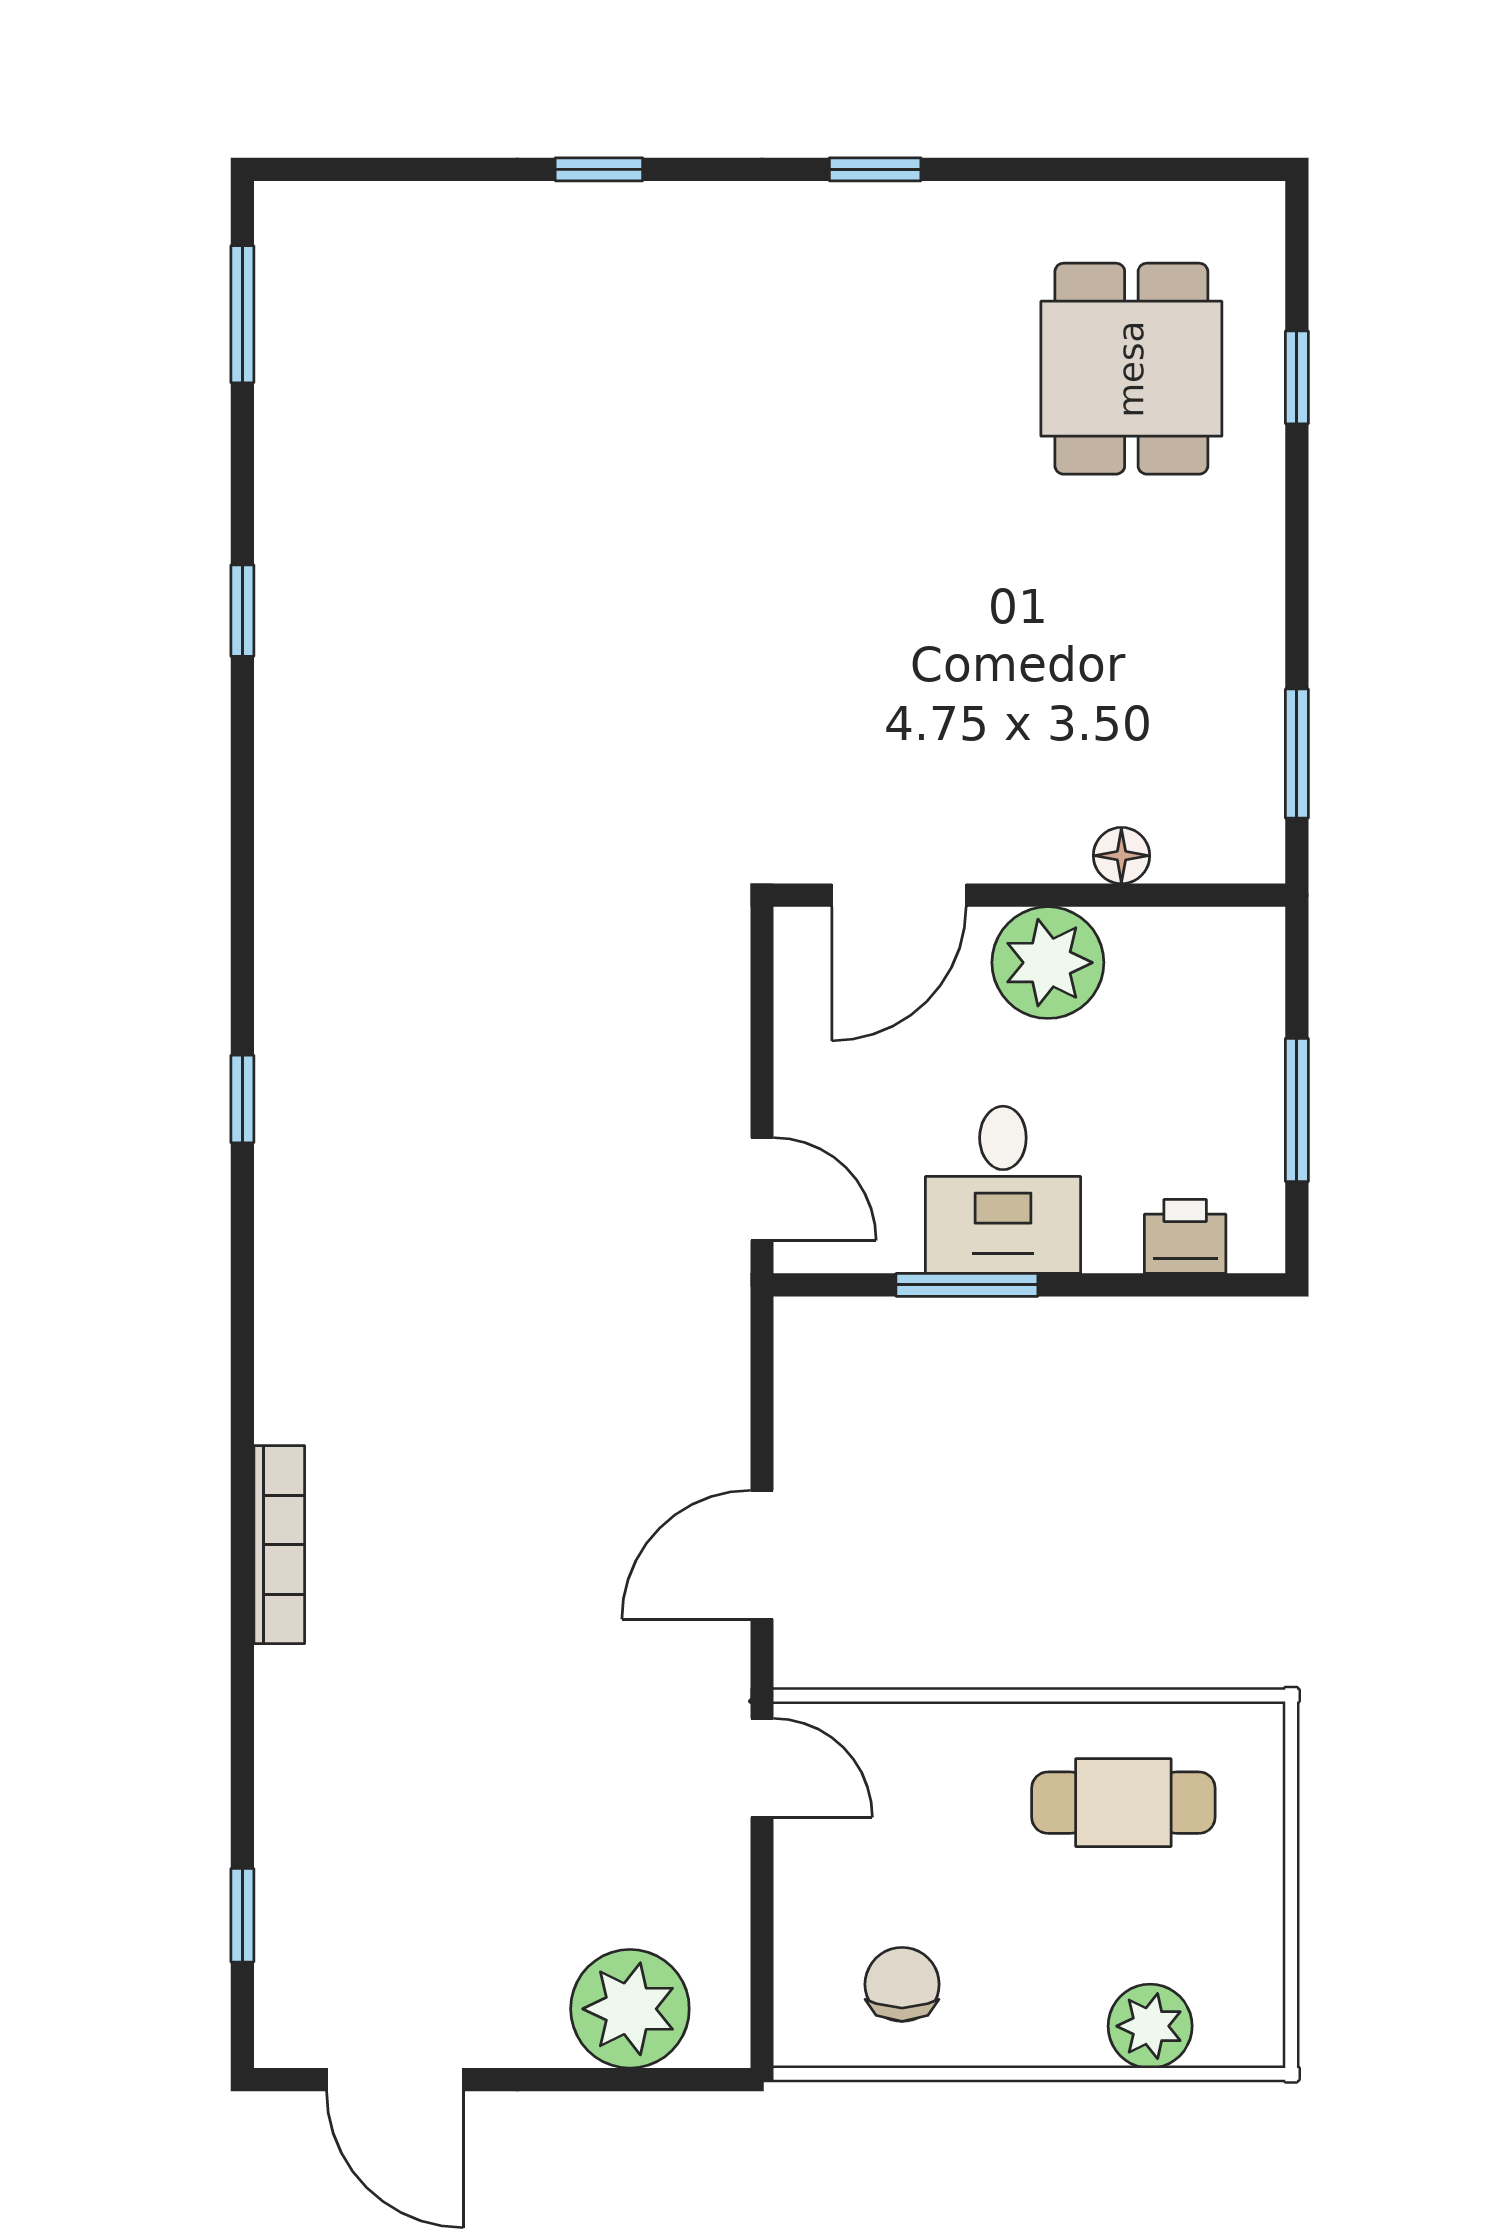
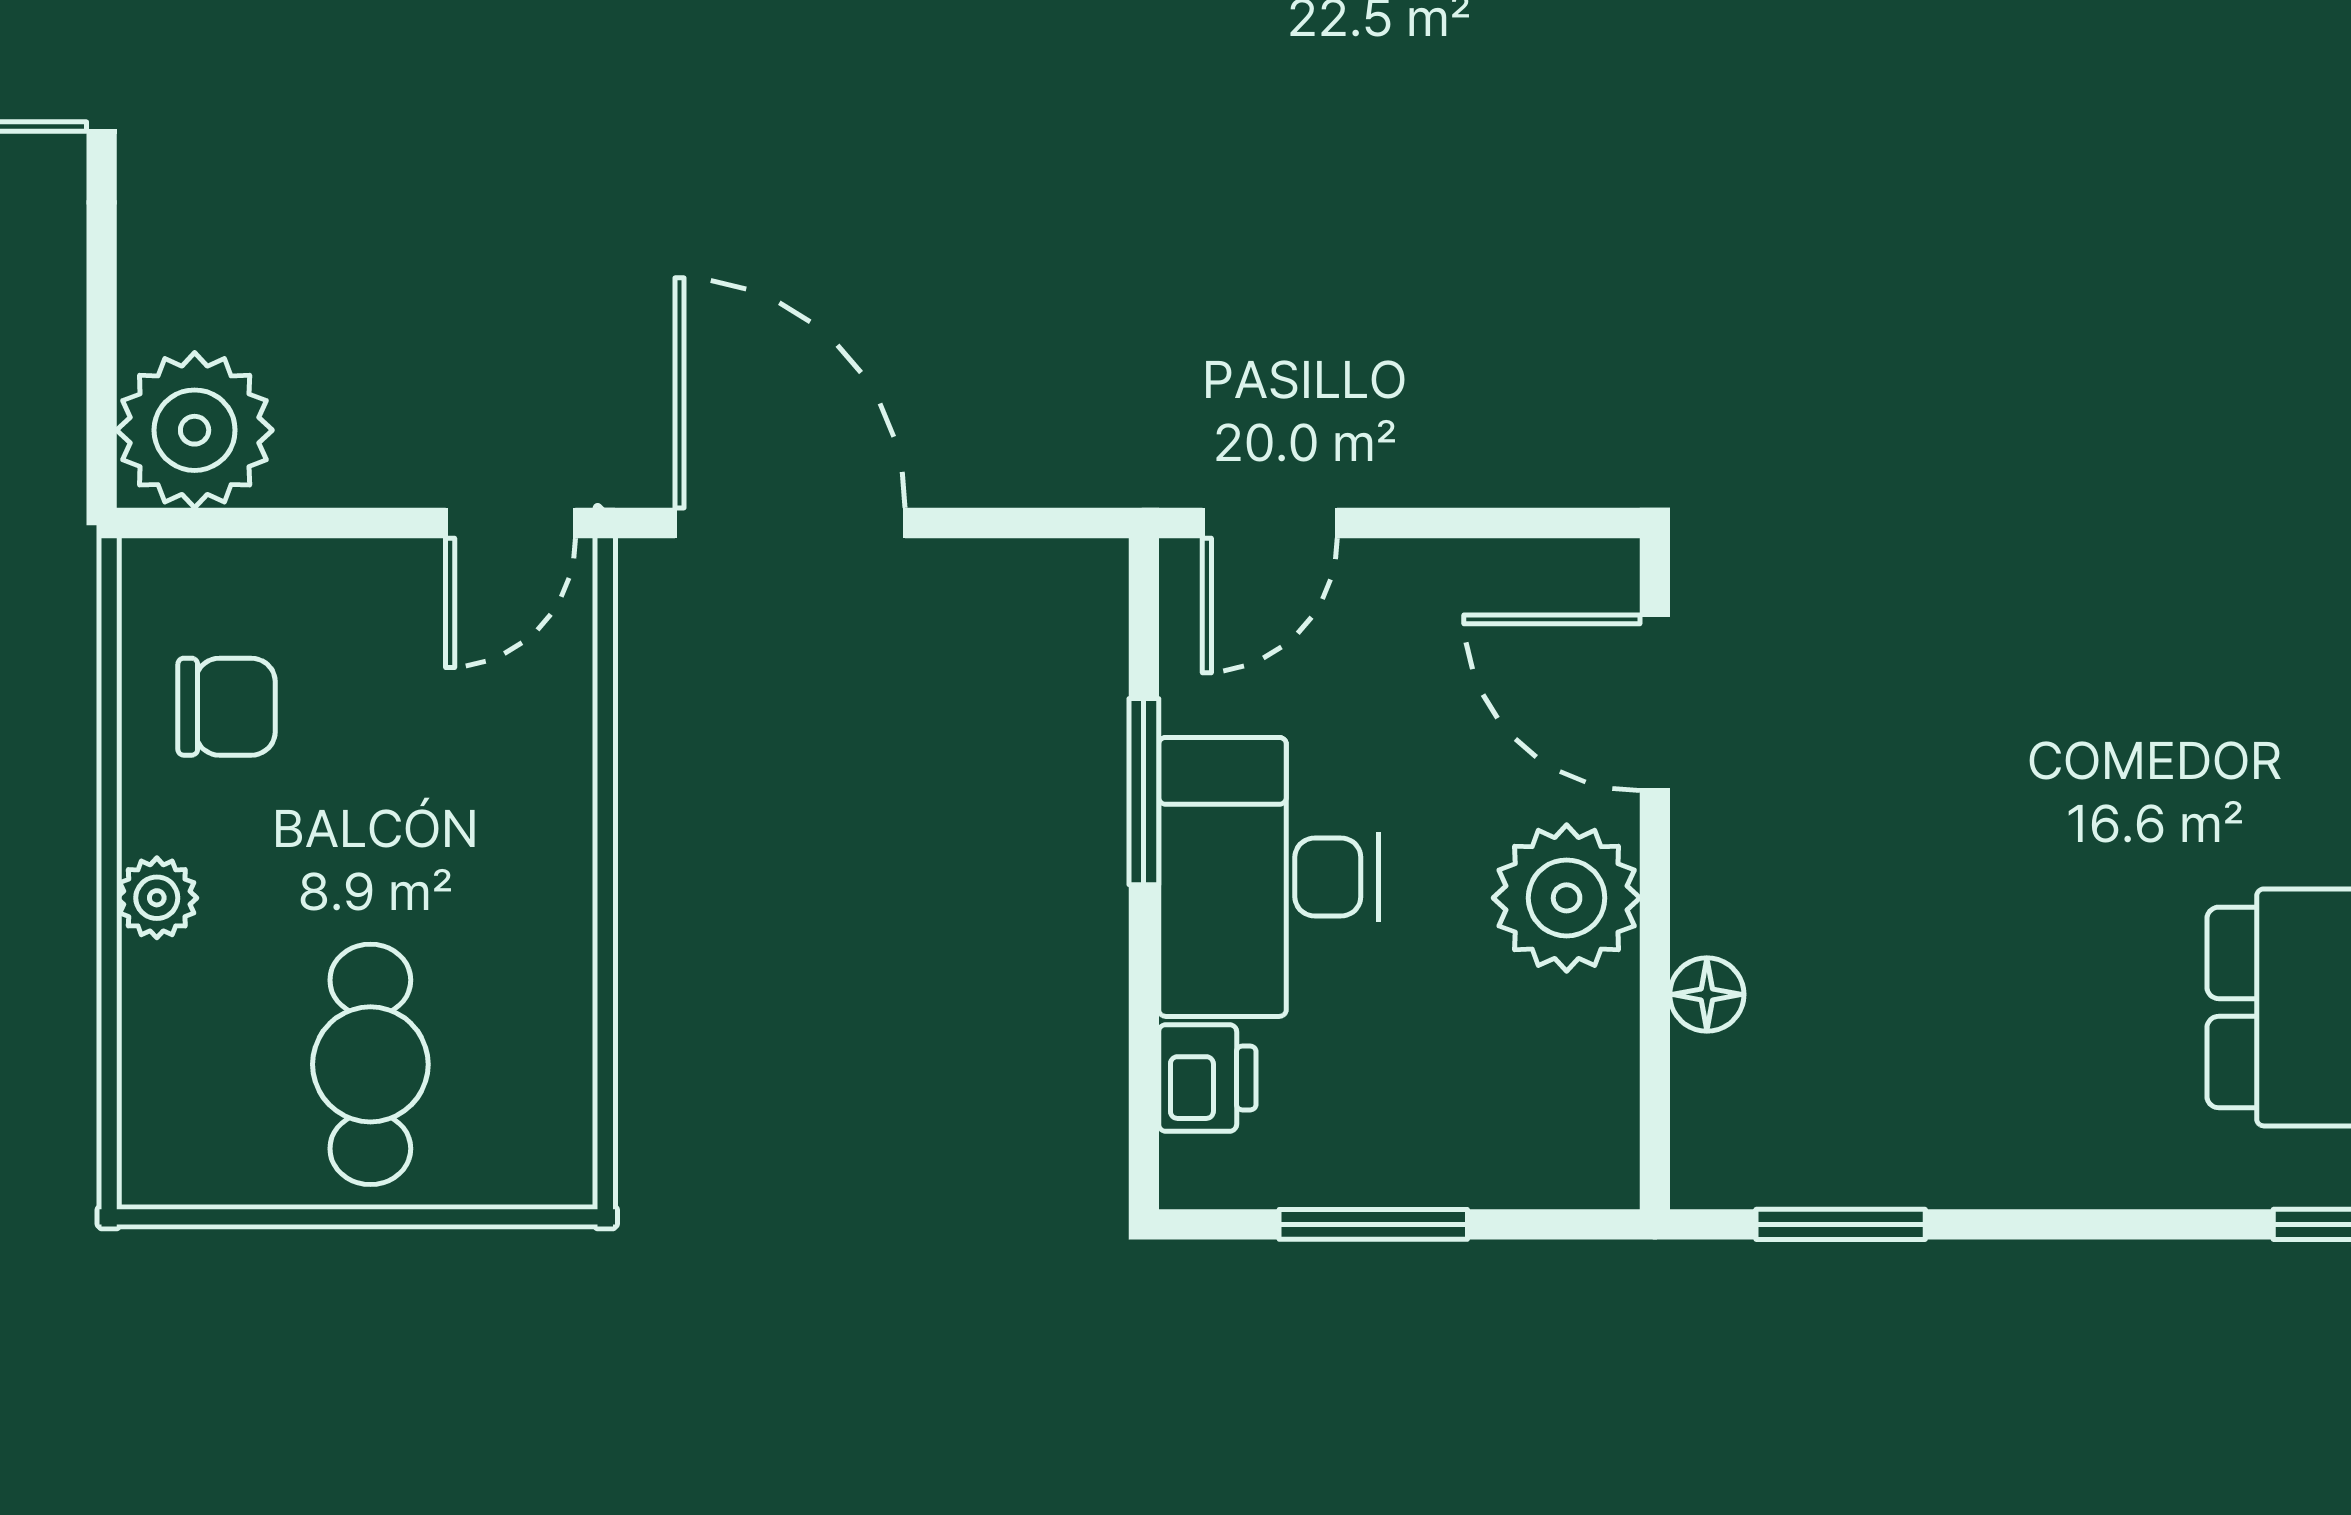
desk: (1003, 1190) -> (1269, 877), width x1.37
door: (762, 1555) -> (790, 523), width x1.36
cafe table: (1123, 1803) -> (370, 1064), moved
plant: (630, 2009) -> (195, 430), moved
plant: (1150, 2026) -> (157, 898), moved, width x0.73, depth x0.73

